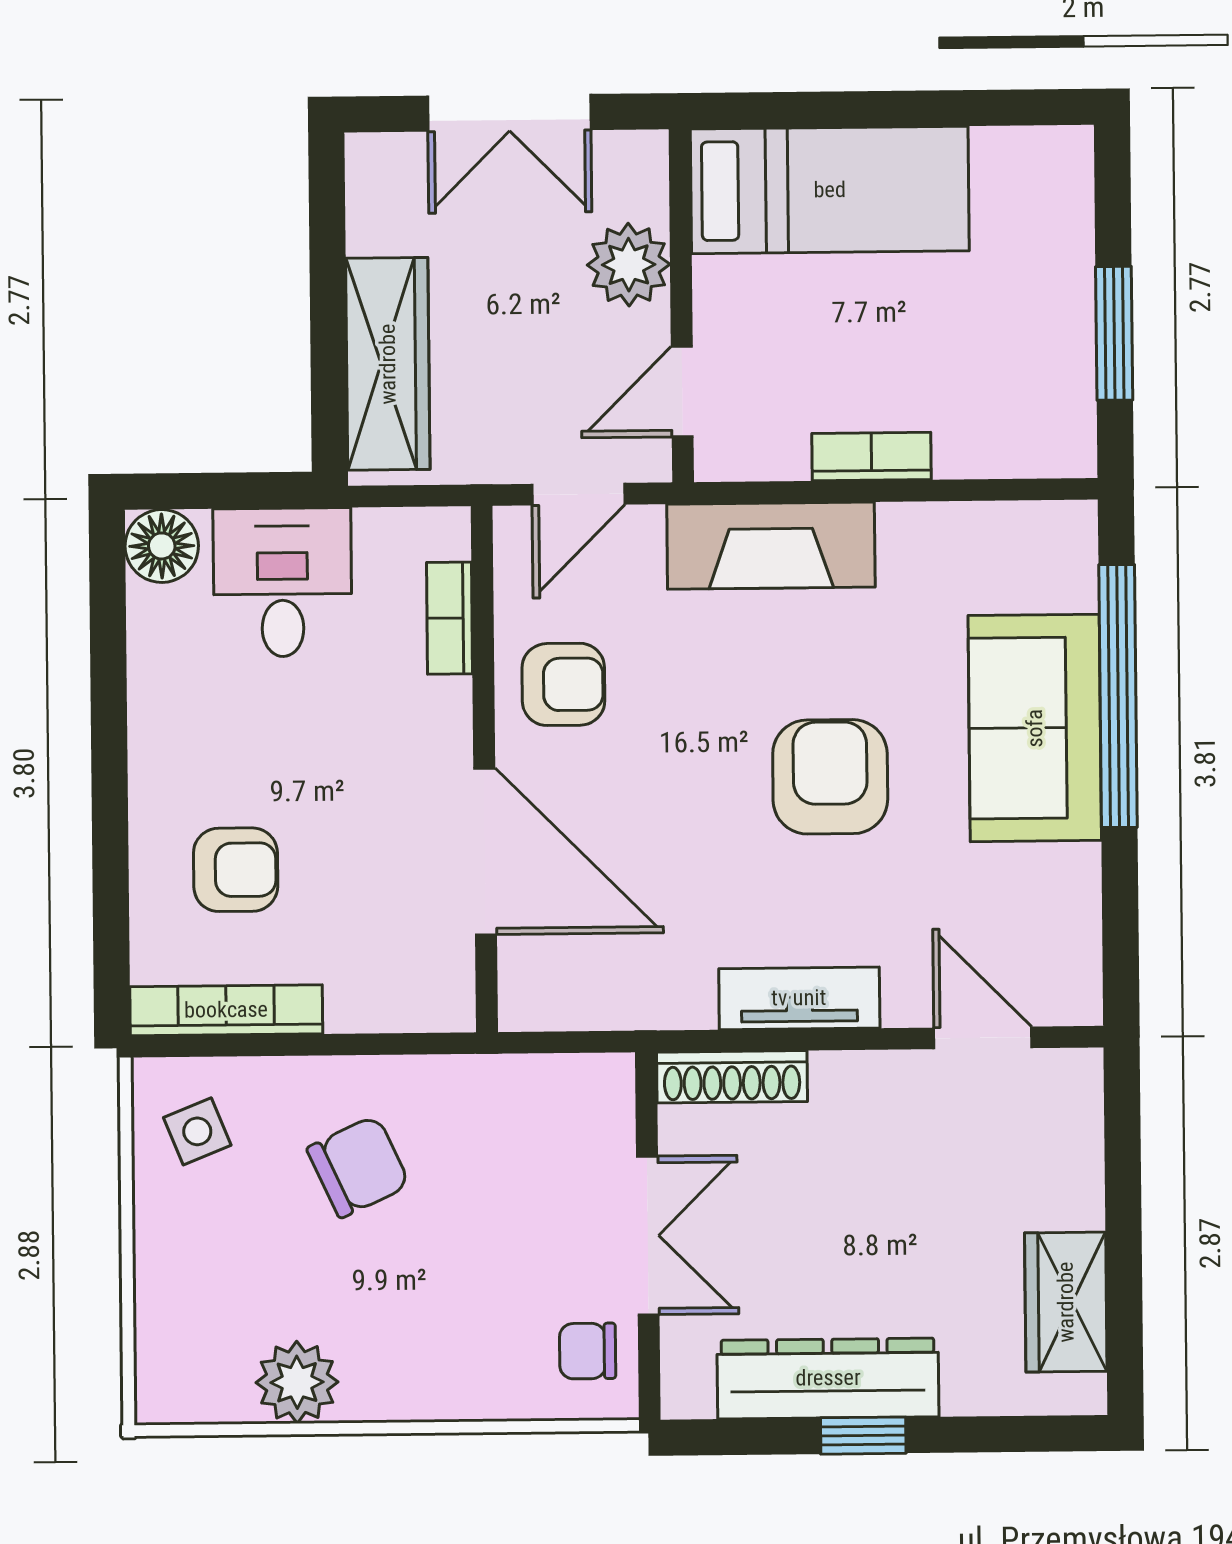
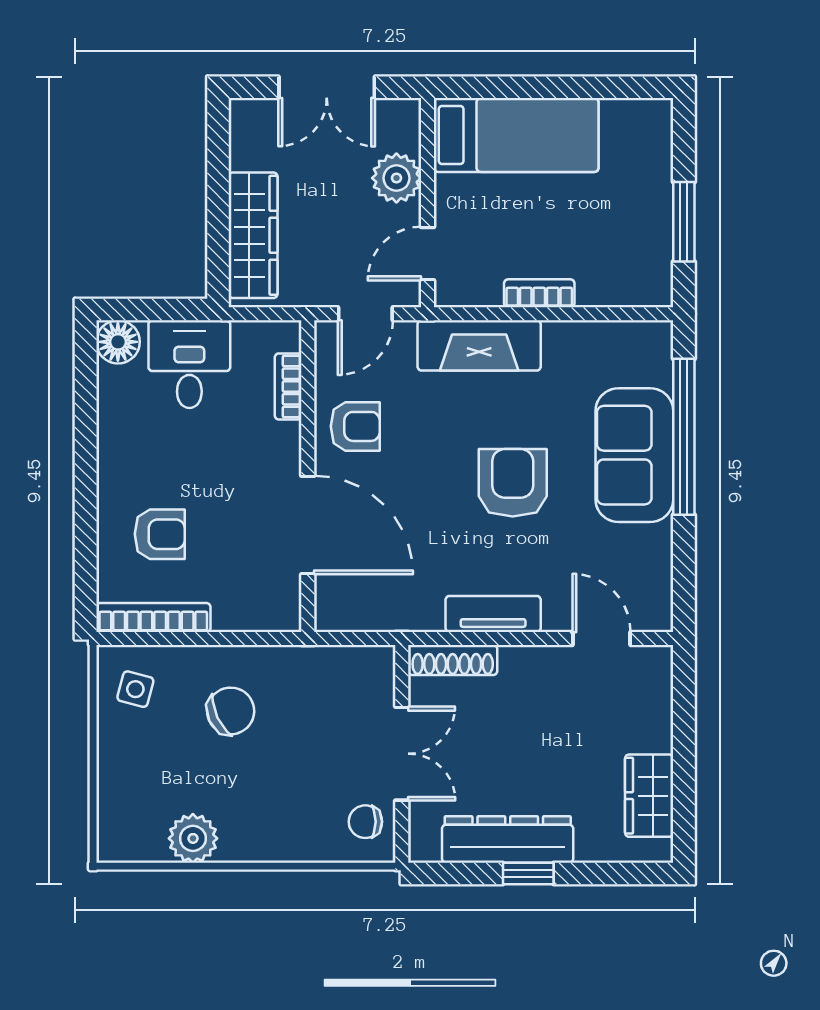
side table: (197, 1131) -> (135, 689), turned 37

